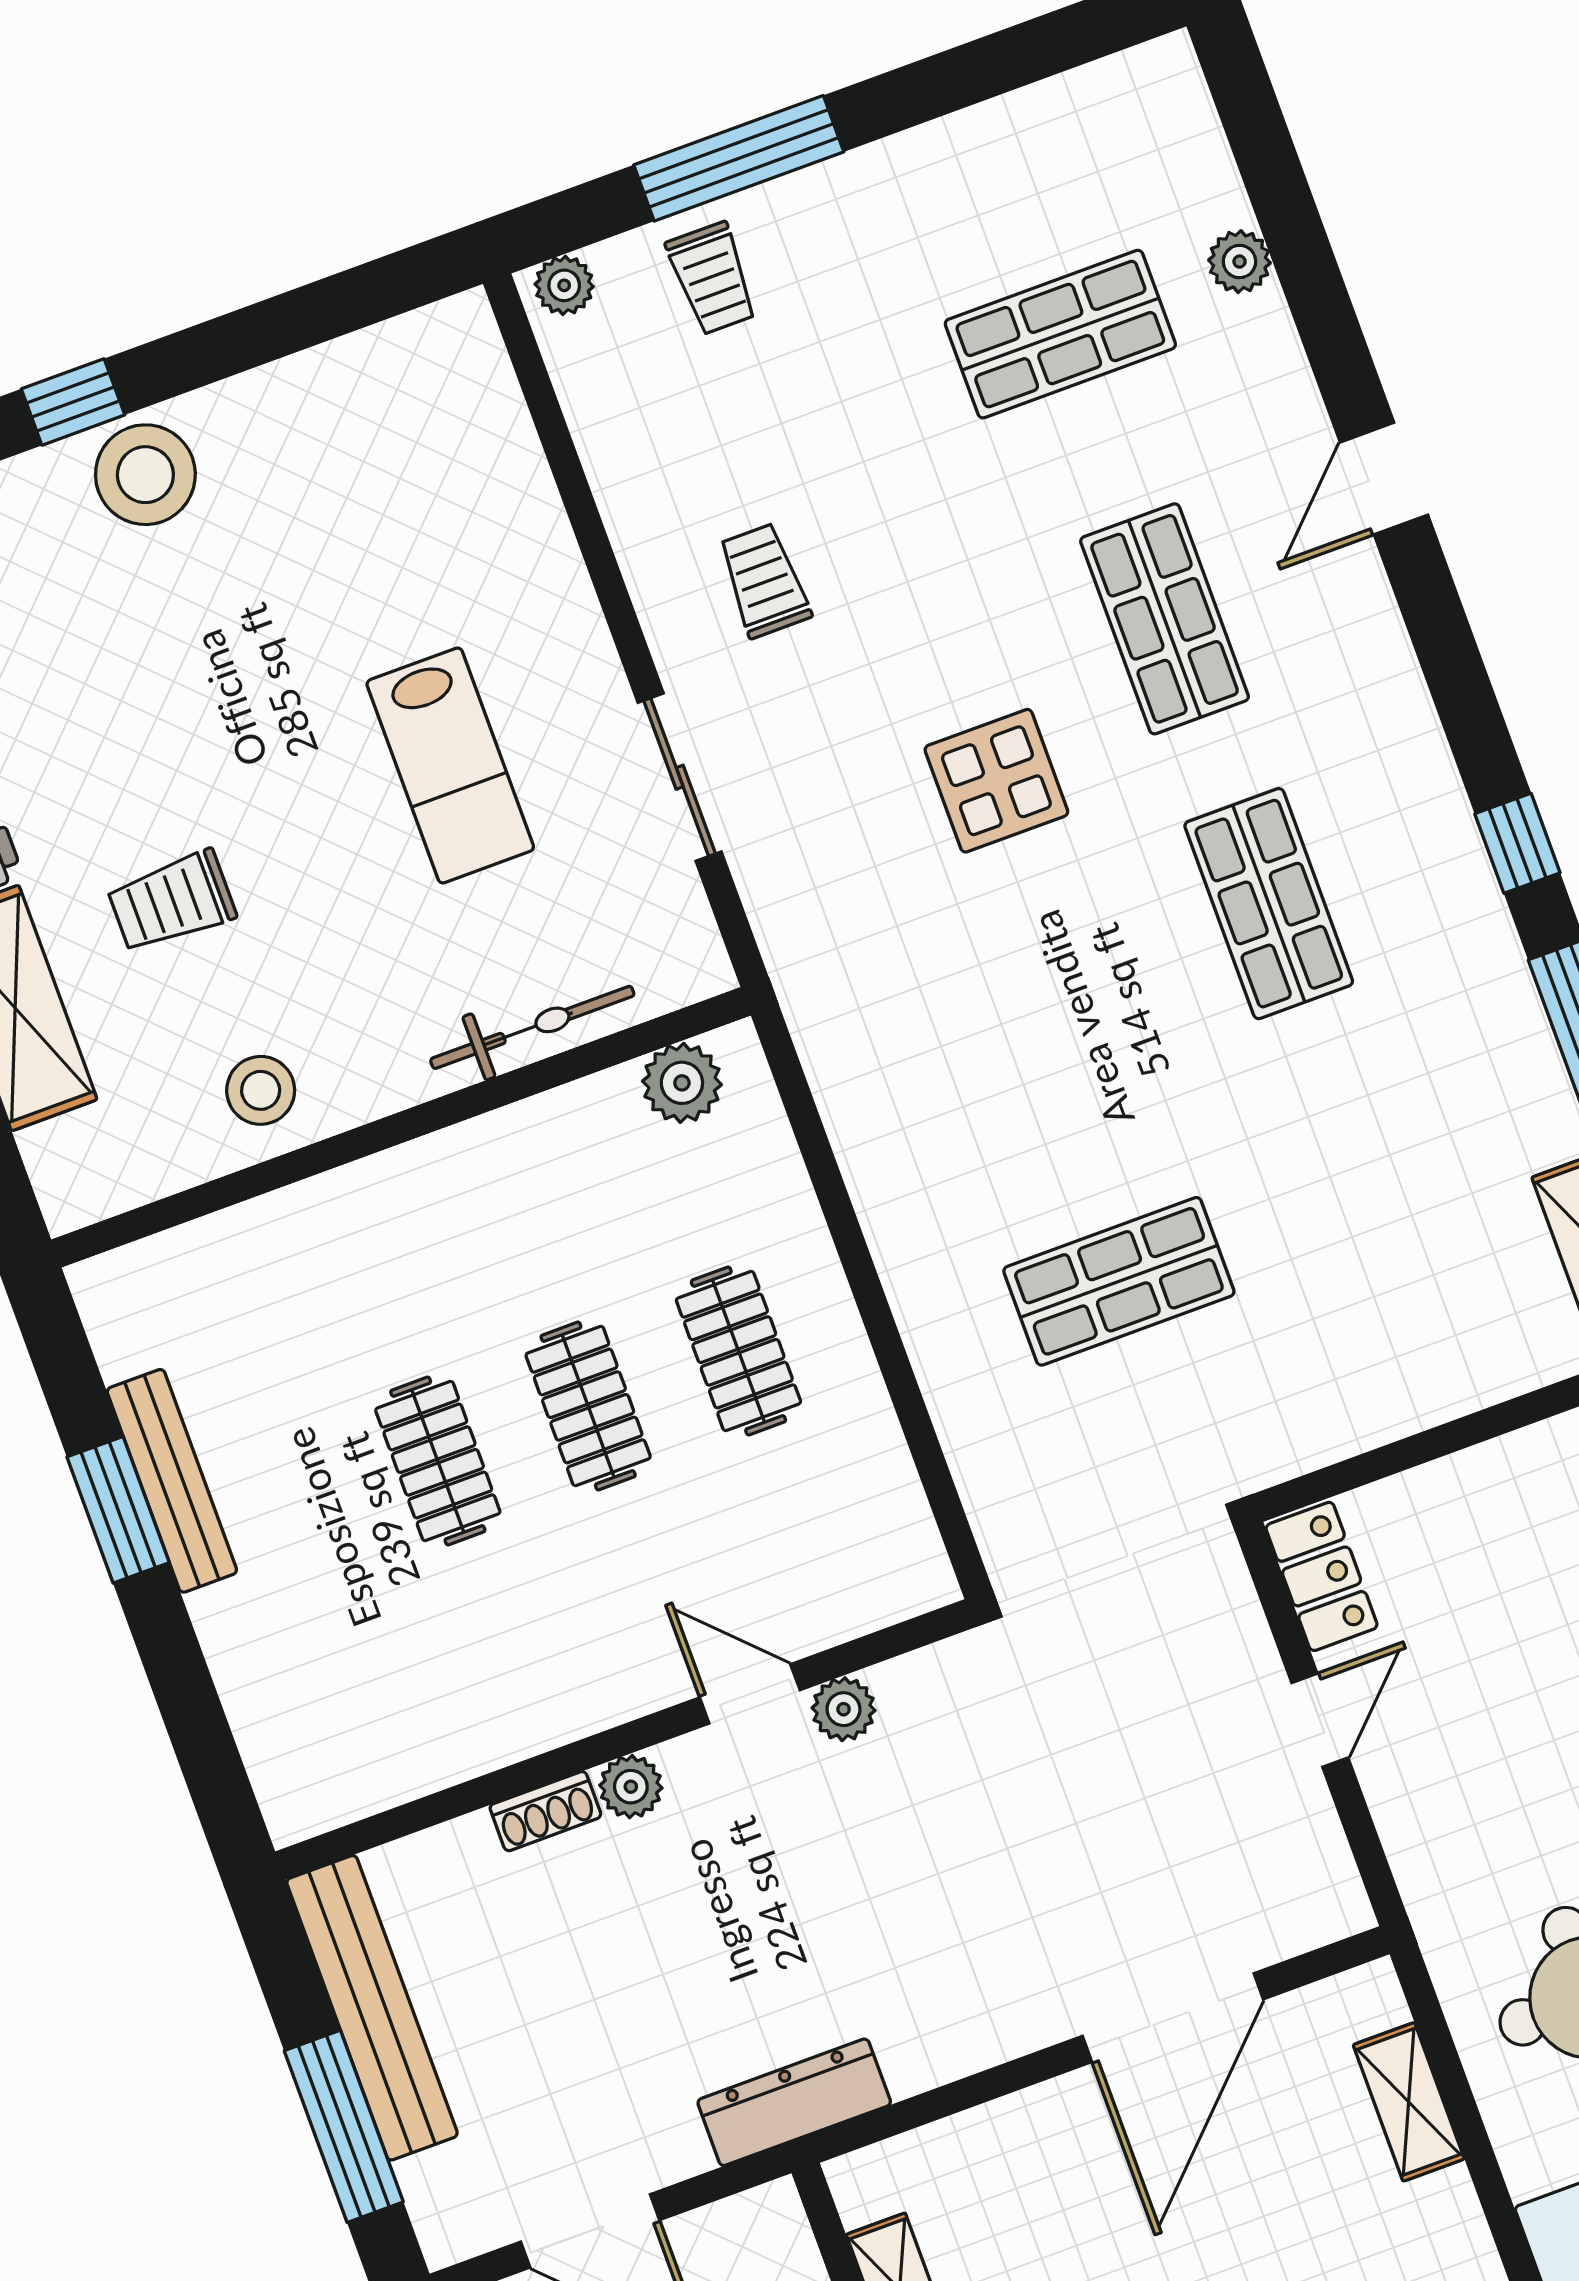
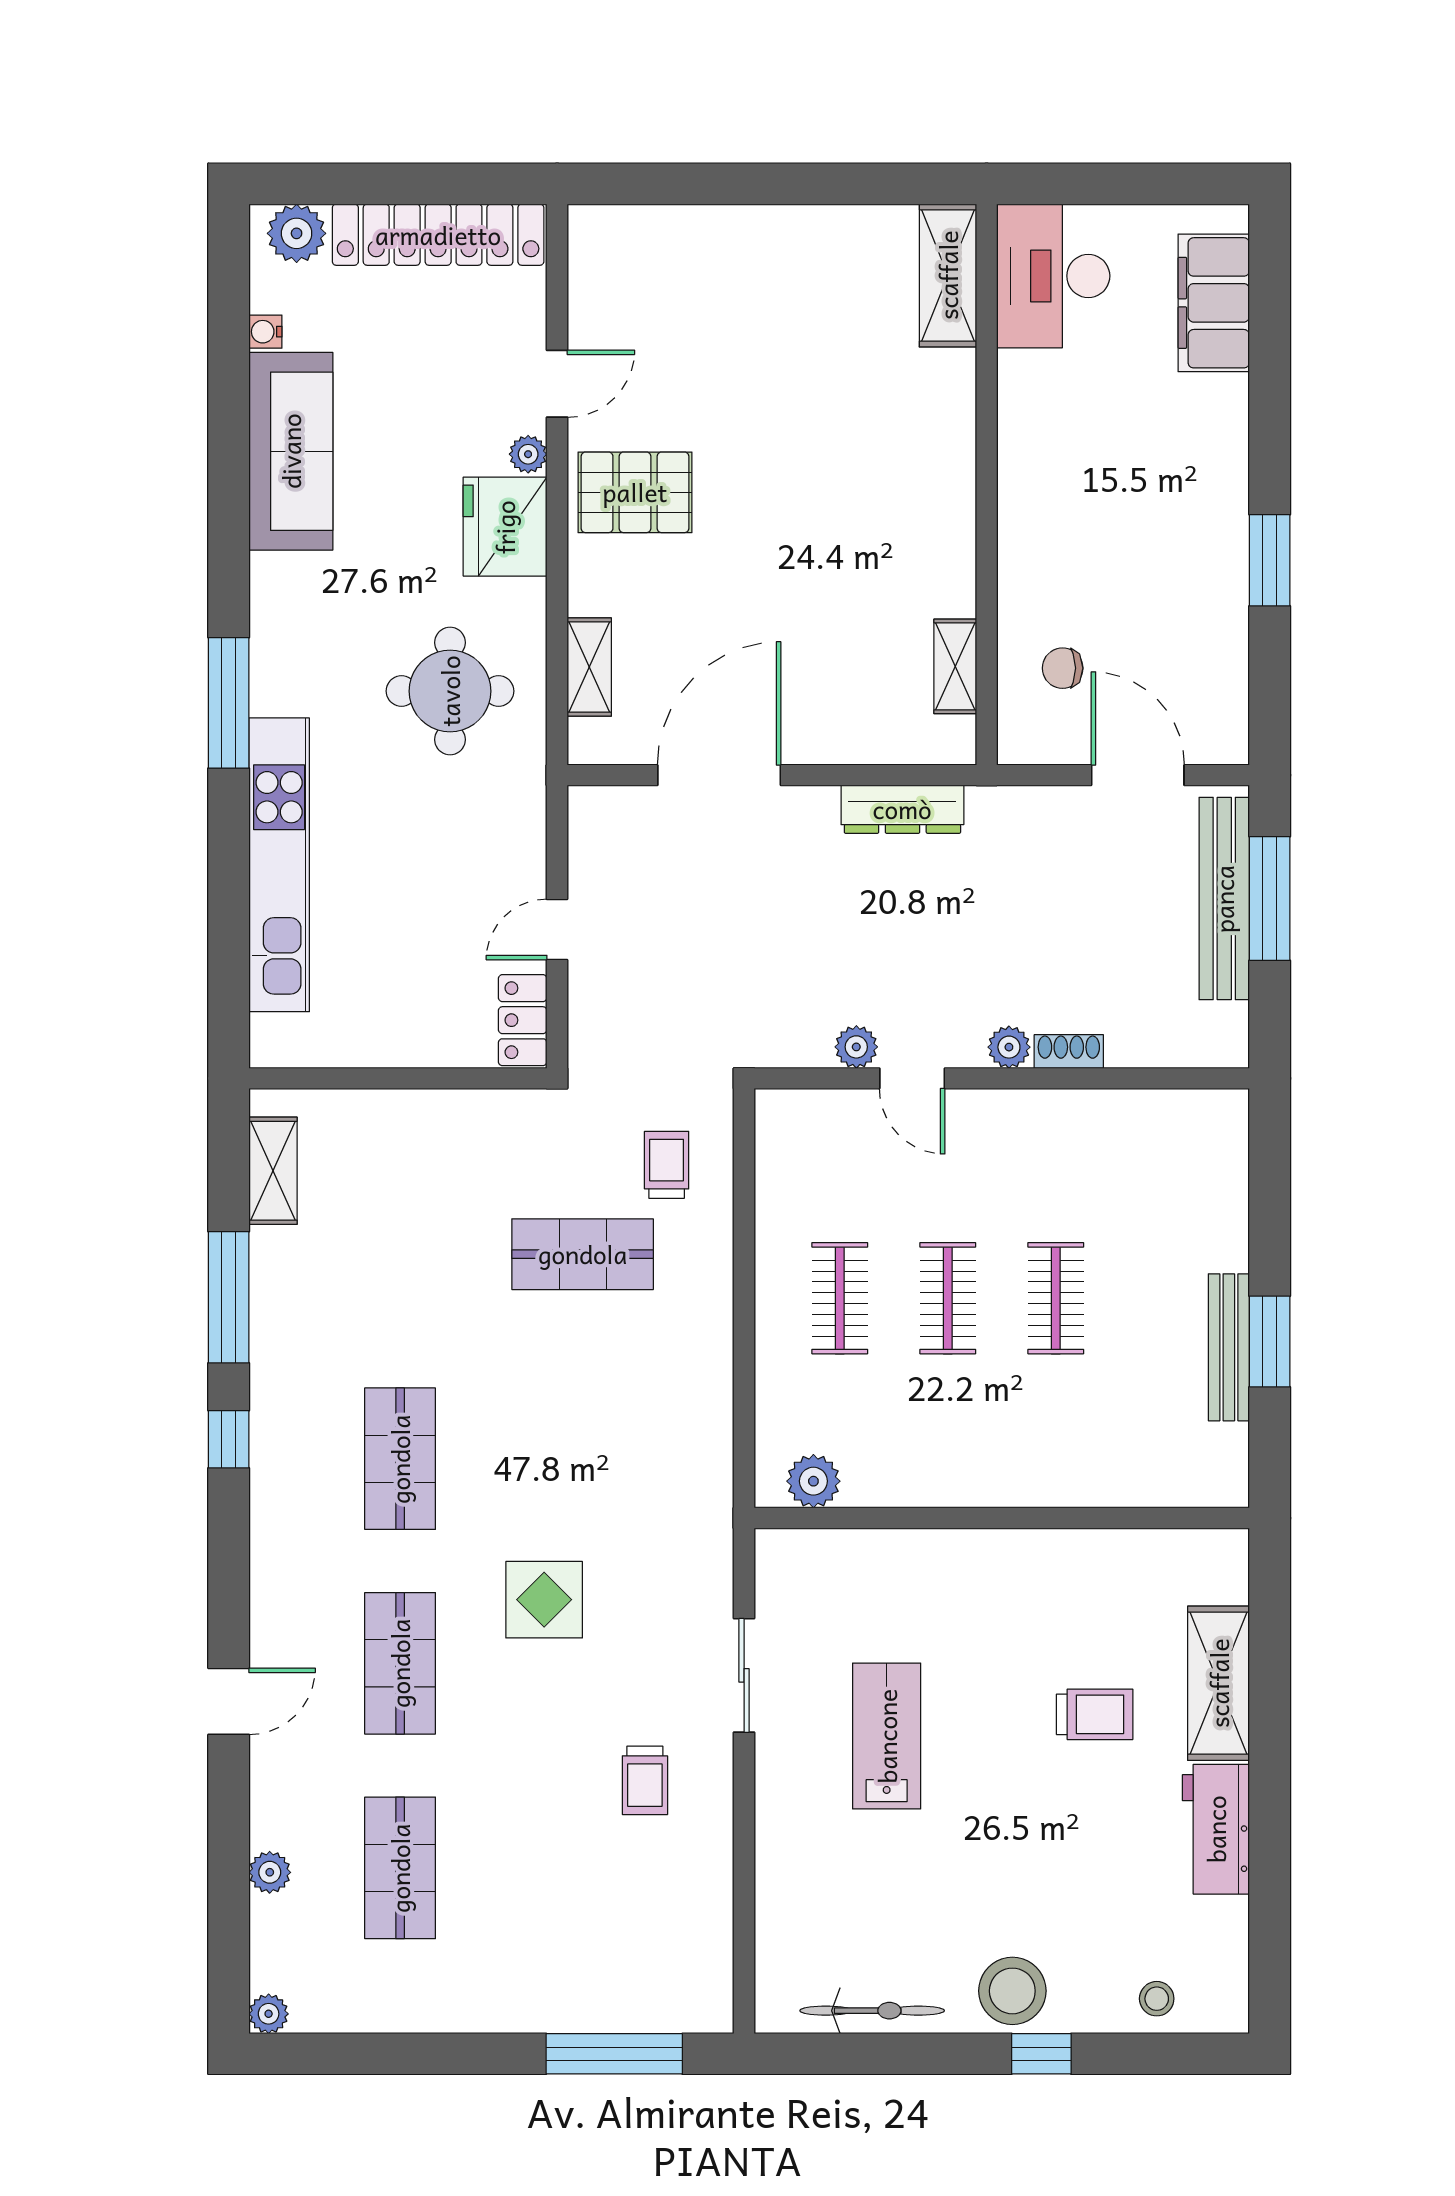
window: (739, 158) -> (614, 2054), moved
trolley: (712, 278) -> (667, 1165), moved
plant: (564, 285) -> (269, 2014), moved
shop shelf: (1060, 334) -> (400, 1868), turned 90
bicycle: (532, 1027) -> (872, 2011), moved, turned 180
stool: (261, 1090) -> (1082, 1574), removed
bench: (372, 2008) -> (1224, 899), moved
dresser: (794, 2102) -> (902, 809), moved

